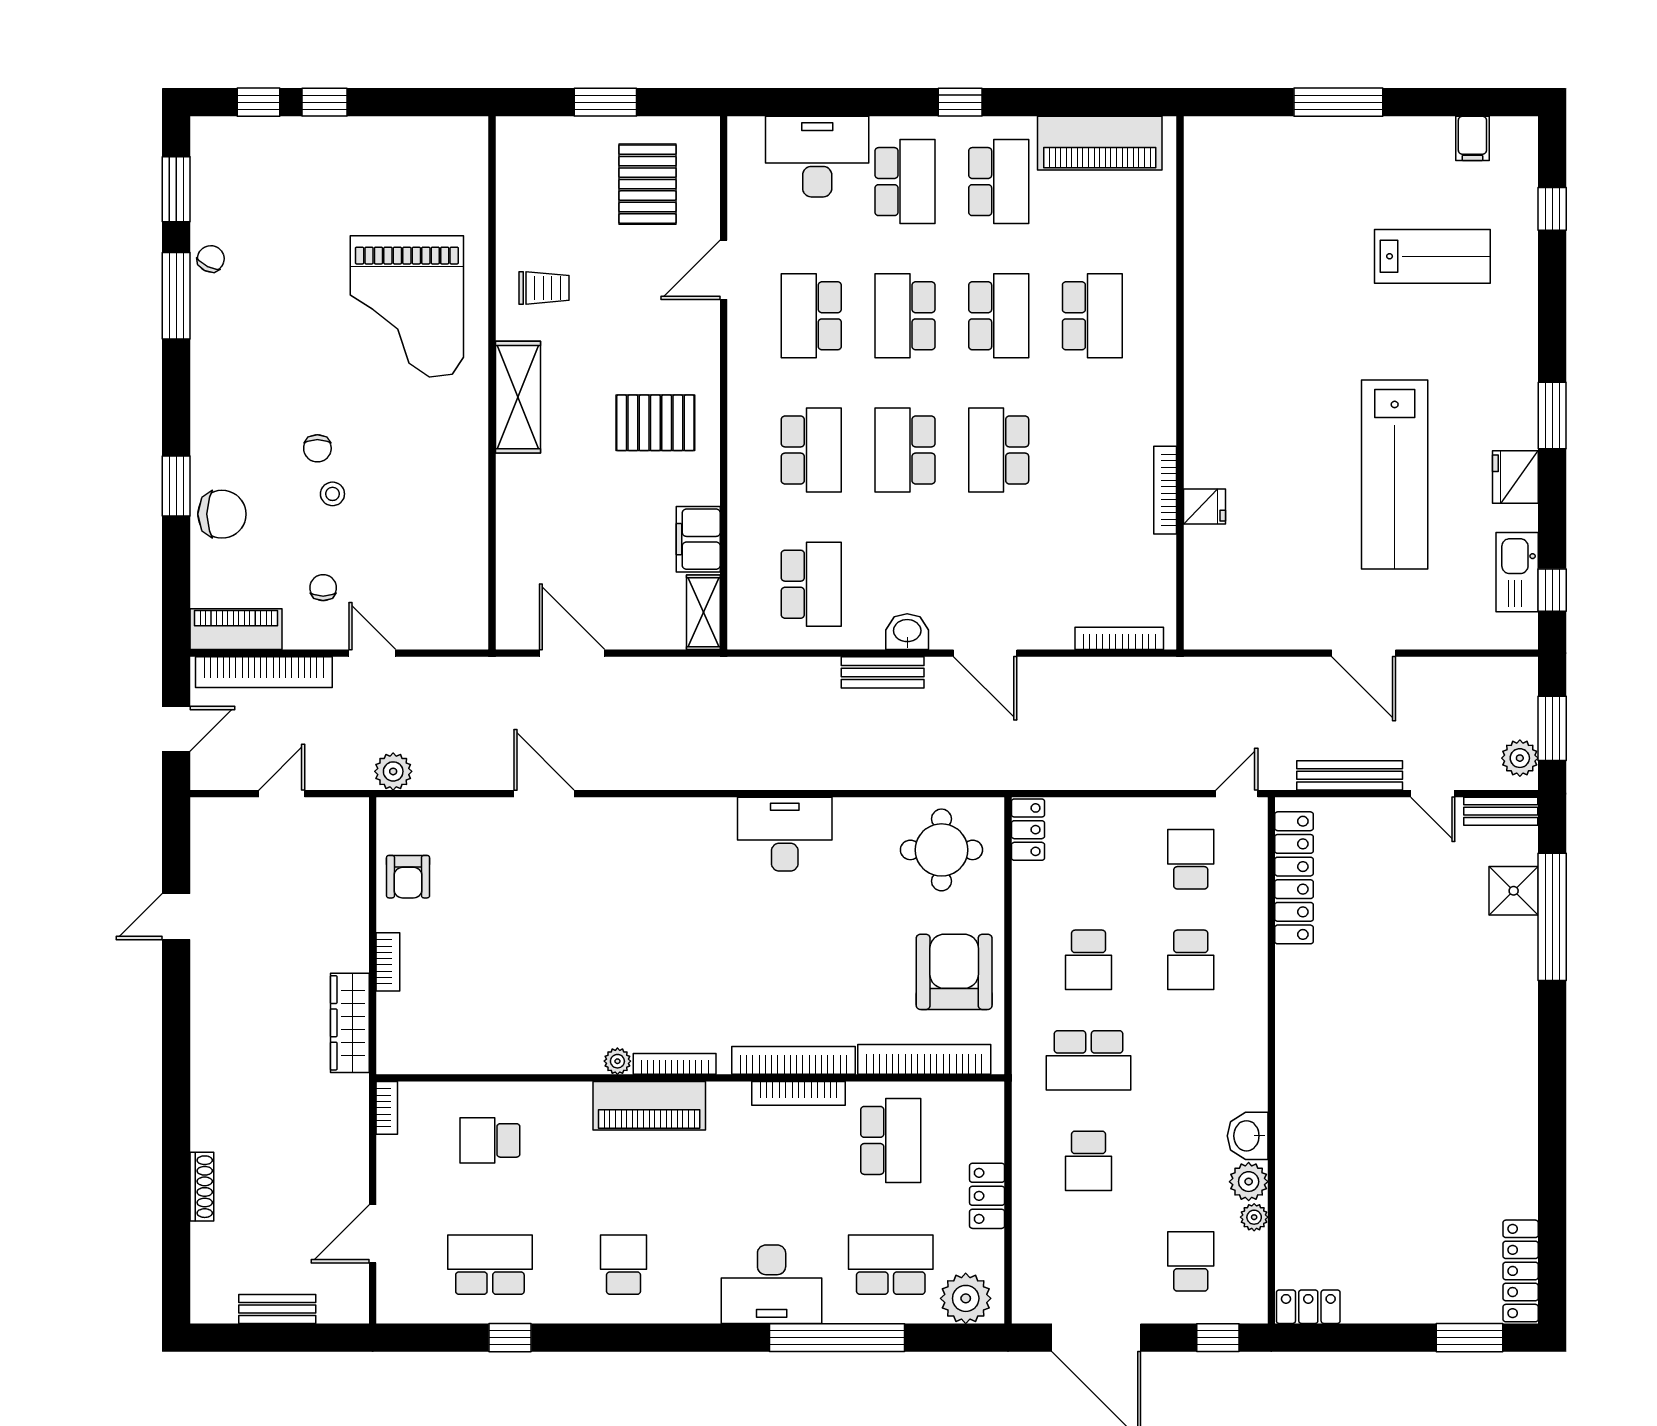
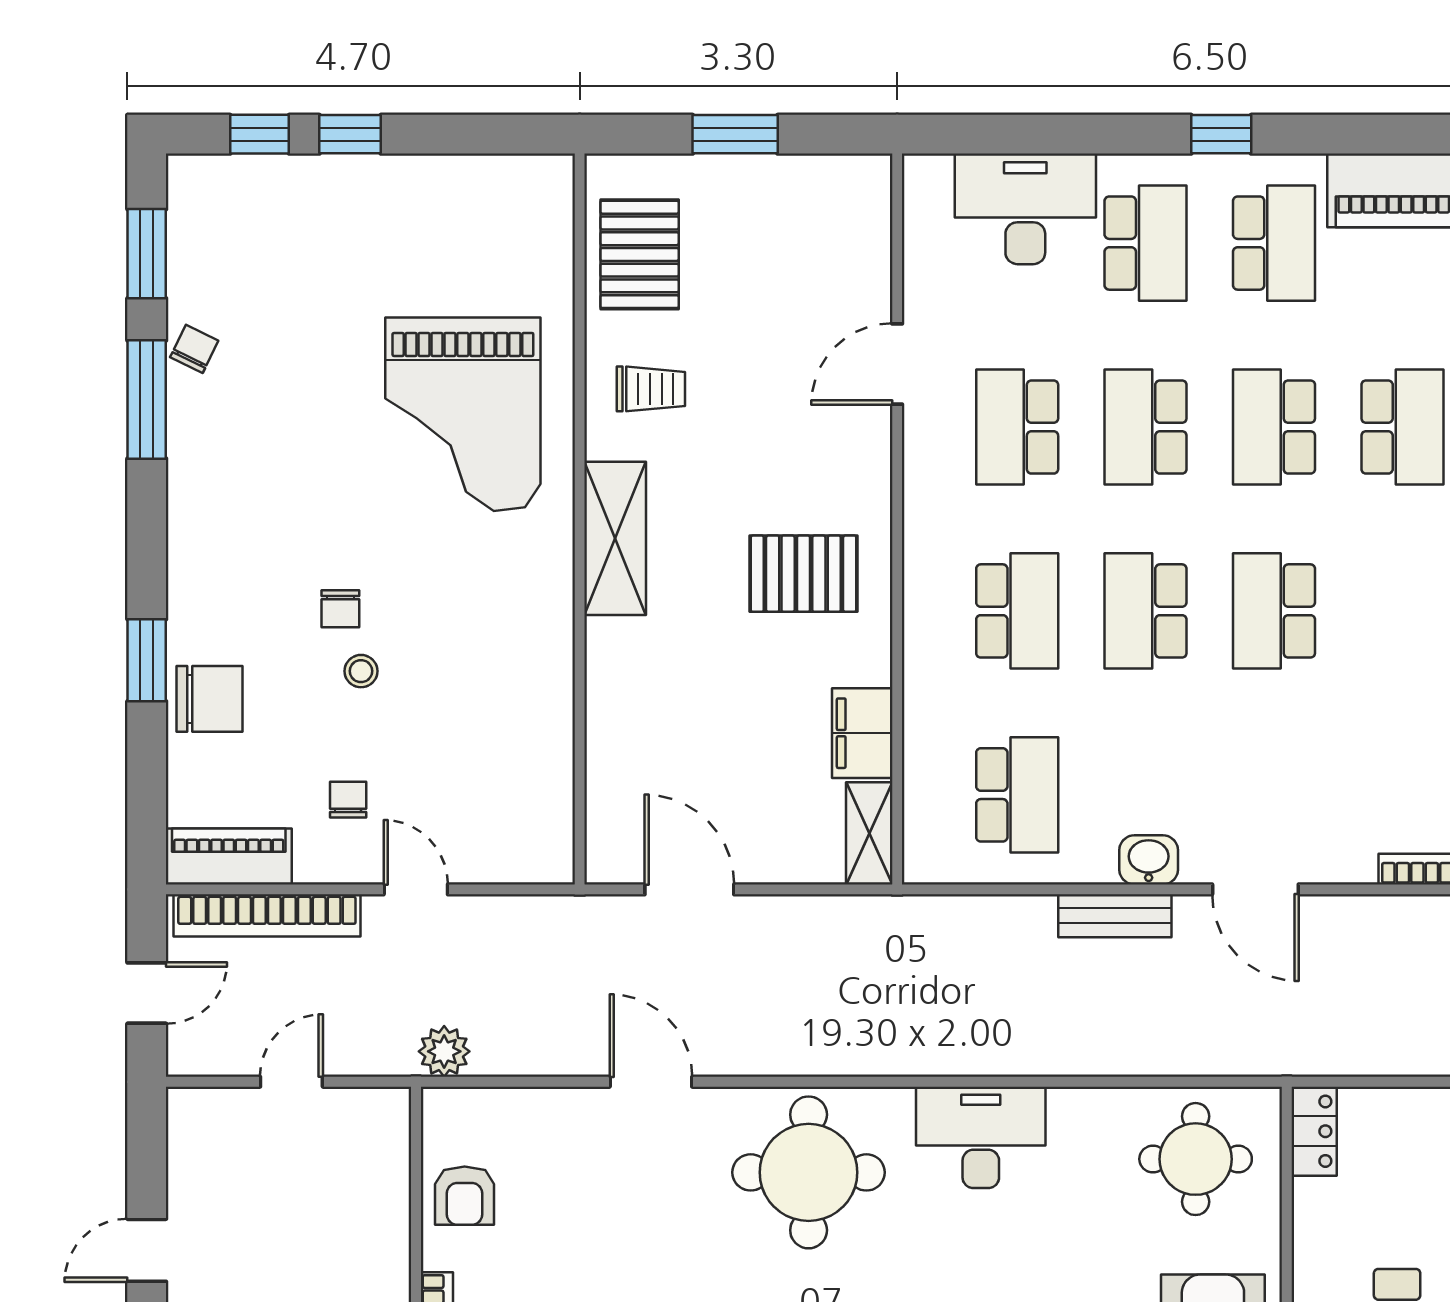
pallet: (648, 184) -> (640, 254), moved
school desk: (999, 316) -> (1274, 427), turned 180
round table: (659, 860) -> (809, 1172), added

